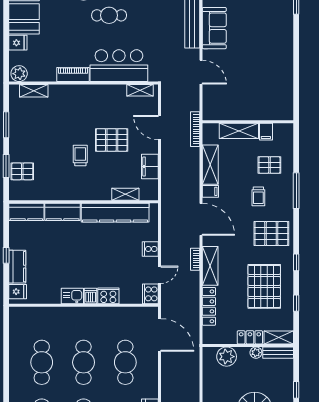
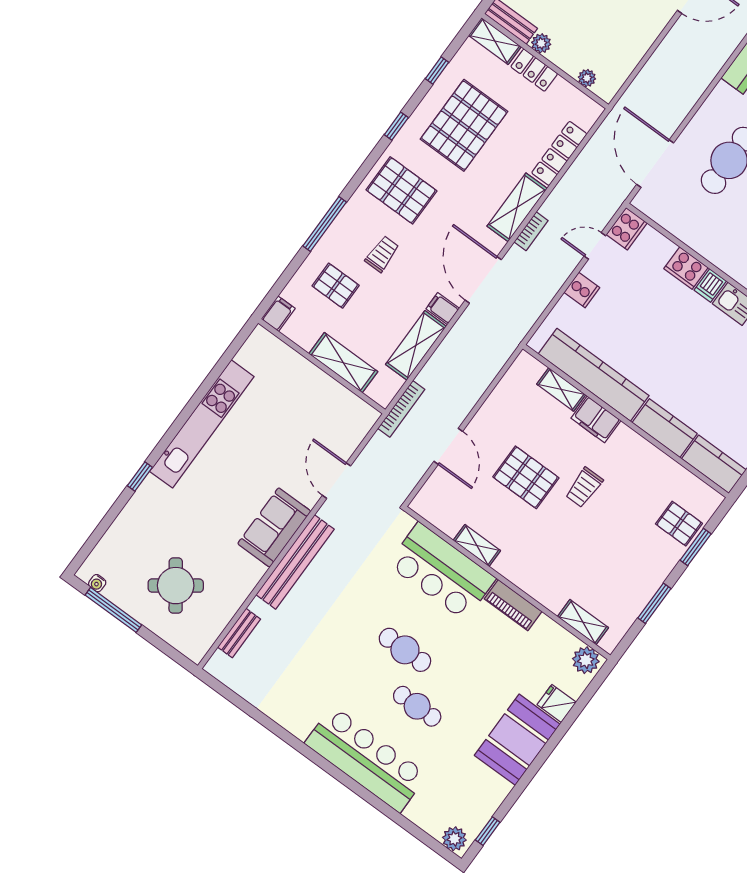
kitchen unit: (285, 52) -> (202, 424), added
shelving: (140, 90) -> (477, 545), moved
filing cabinet: (266, 132) -> (278, 314), moved
filing cabinet: (150, 166) -> (596, 419), moved, turned 90
plant: (227, 357) -> (587, 78), width x0.53, depth x0.53

